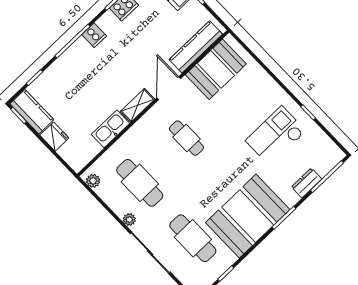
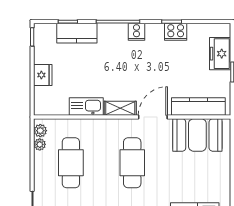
kitchen counter: (32, 112) -> (77, 33), moved, turned 90
cafe table: (186, 138) -> (132, 163), width x1.37, depth x1.35
plant: (129, 220) -> (40, 144), moved

